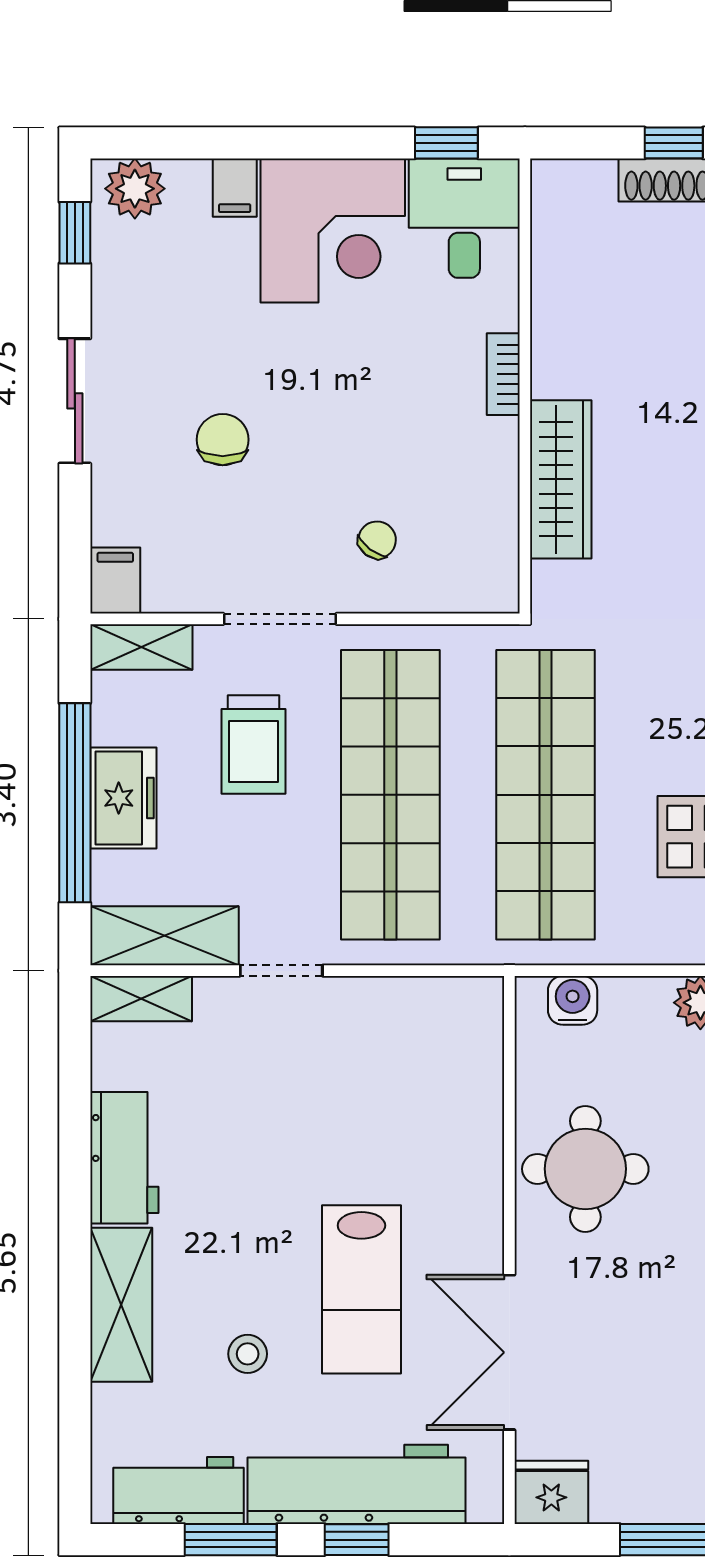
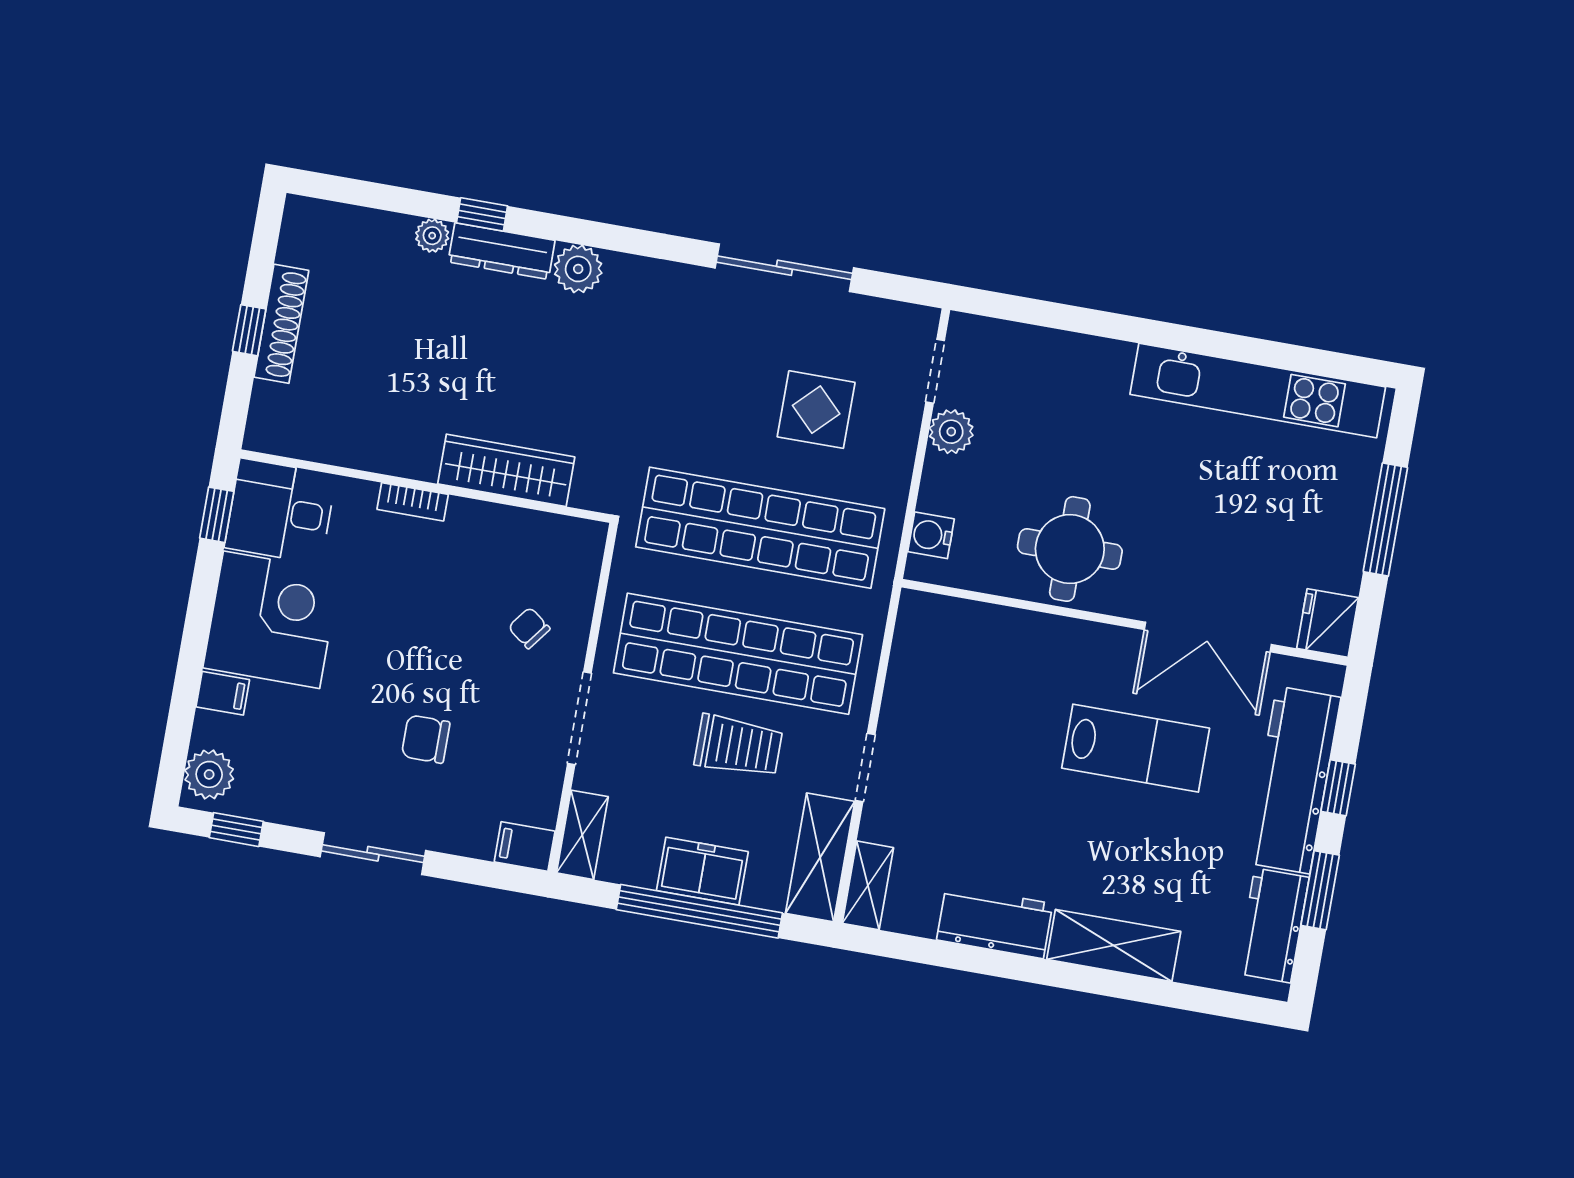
trolley: (253, 745) -> (738, 746), moved
stool: (248, 1354) -> (1172, 850), removed

